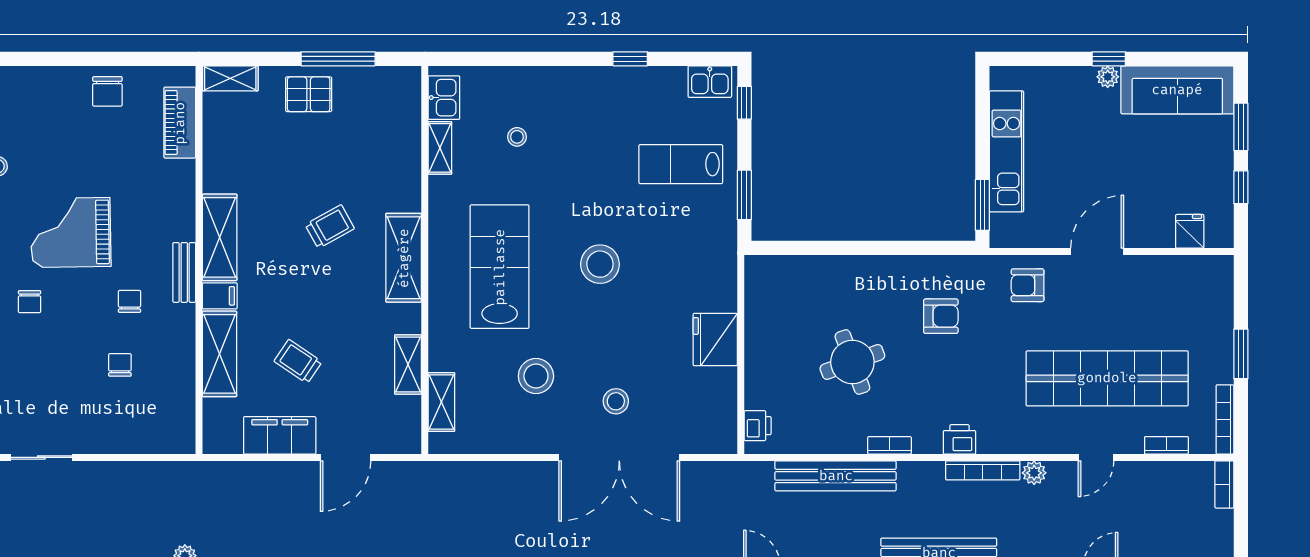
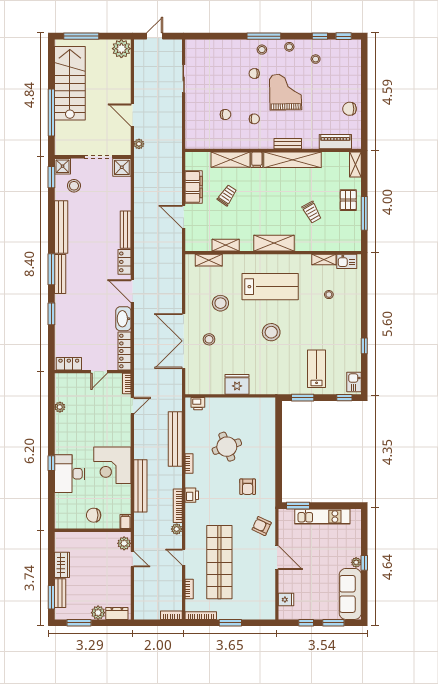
trolley: (330, 227) -> (312, 212), moved
shelving: (220, 237) -> (292, 160), width x1.47
bench: (184, 272) -> (288, 144), moved
armchair: (1028, 285) -> (262, 526), turned -65

